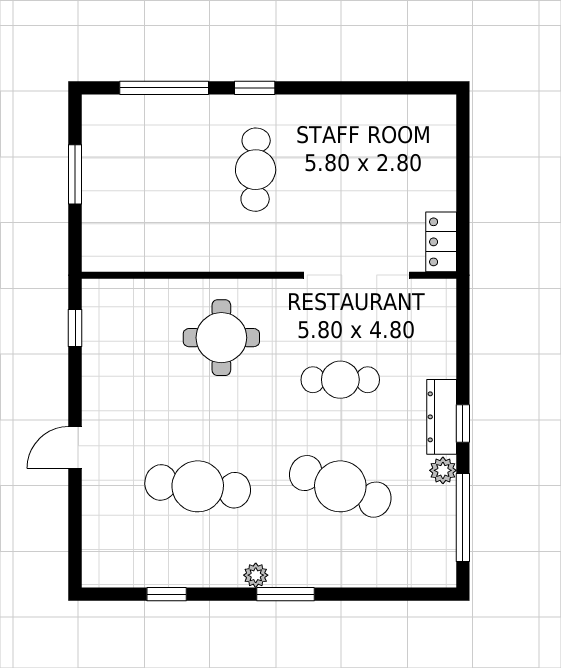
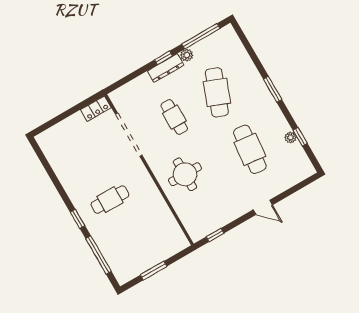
plant: (256, 575) -> (290, 137), moved

